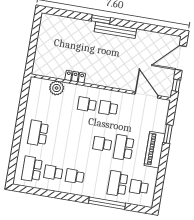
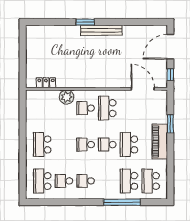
locker: (75, 77) -> (46, 83), moved
plant: (57, 88) -> (67, 97), moved
school desk: (108, 108) -> (107, 108), width x1.85
school desk: (81, 140) -> (86, 145), added
school desk: (139, 187) -> (151, 181), width x1.85

